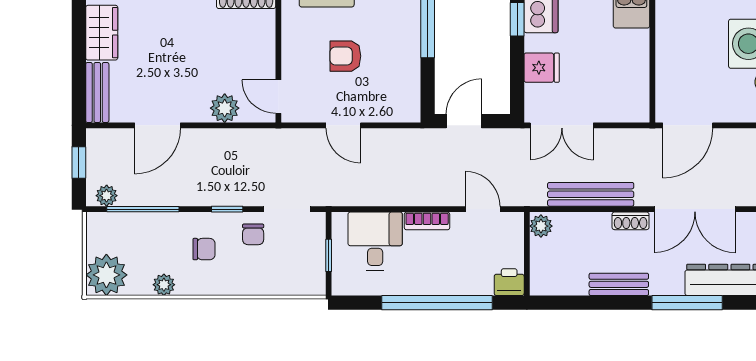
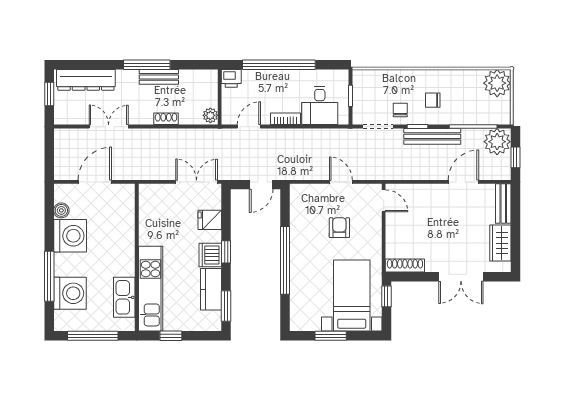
armchair: (345, 56) -> (339, 228), turned -90
plant: (225, 108) -> (419, 193), removed
door: (688, 125) -> (95, 182), moved
bench: (591, 194) -> (432, 136), moved
plant: (107, 196) -> (497, 142), width x1.87, depth x1.87
door: (483, 209) -> (249, 127), swing flipped
double door: (695, 209) -> (109, 127), width x0.73
shoe rack: (631, 221) -> (166, 119), moved
plant: (164, 285) -> (459, 77), removed
window: (687, 303) -> (147, 65), moved

